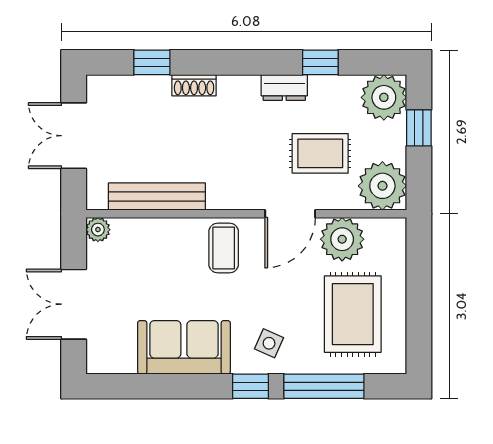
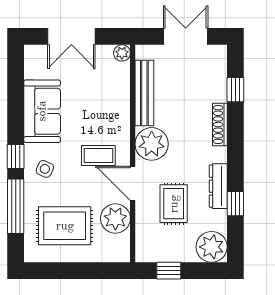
shoe rack: (194, 85) -> (220, 125), width x1.43
dresser: (284, 87) -> (218, 186), width x1.44
window: (419, 128) -> (169, 271), moved
plant: (382, 186) -> (152, 144), moved
coffee table: (224, 248) -> (98, 155), moved
double door: (74, 304) -> (71, 36), swing flipped

